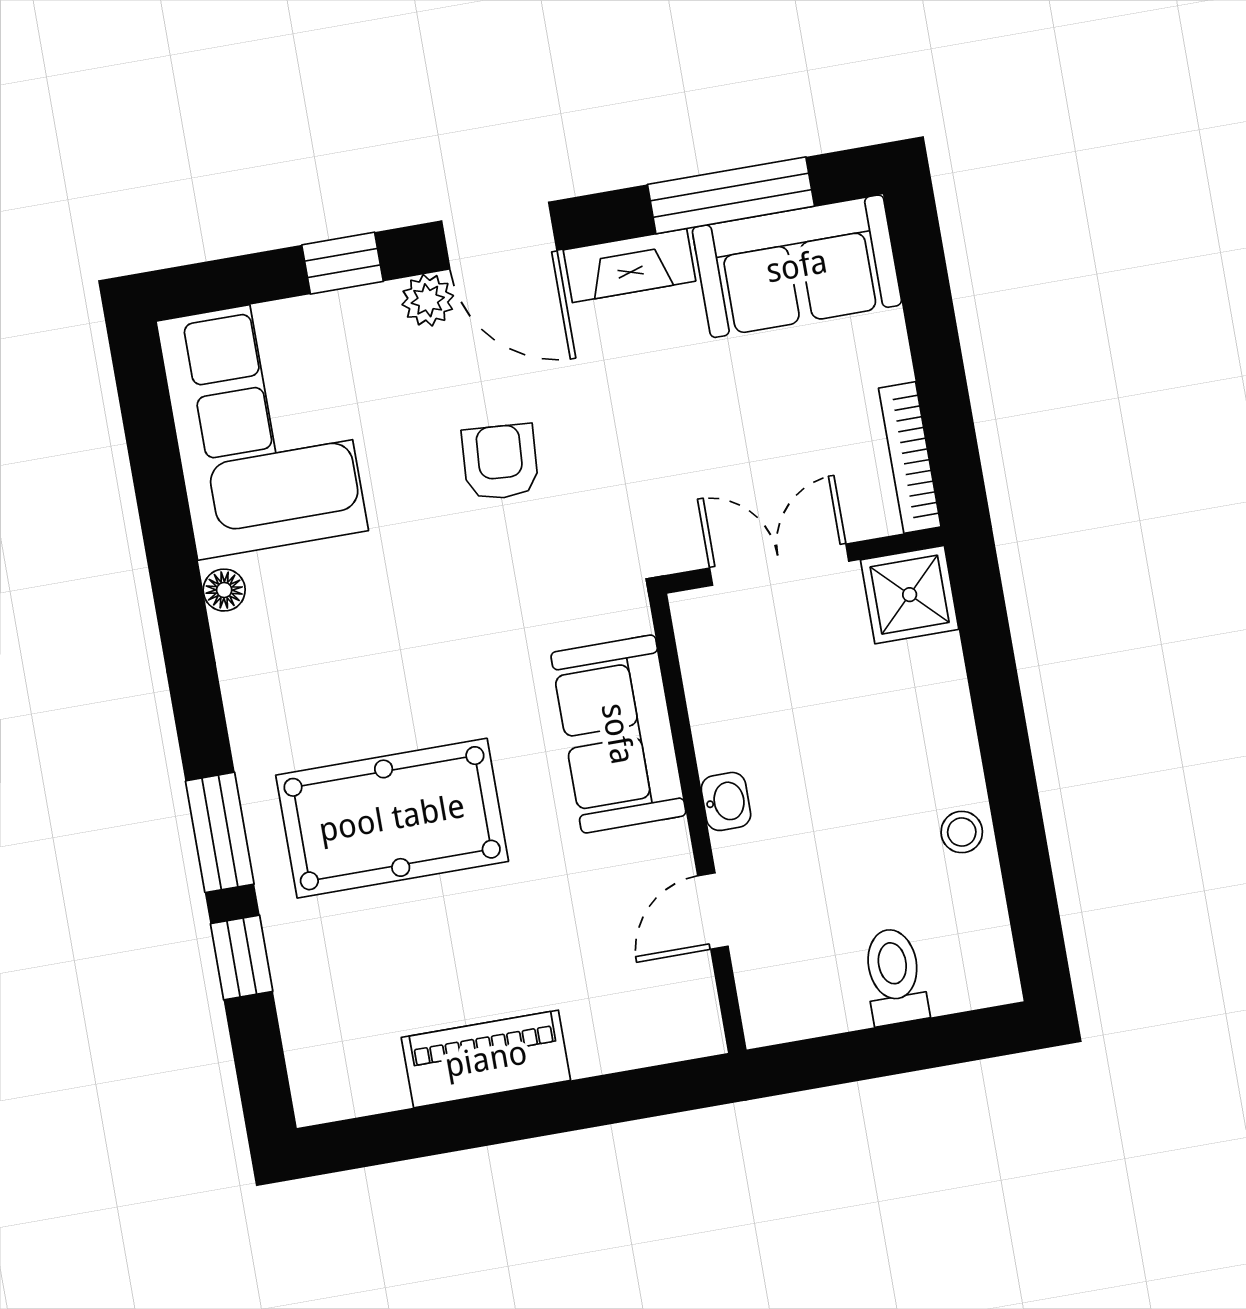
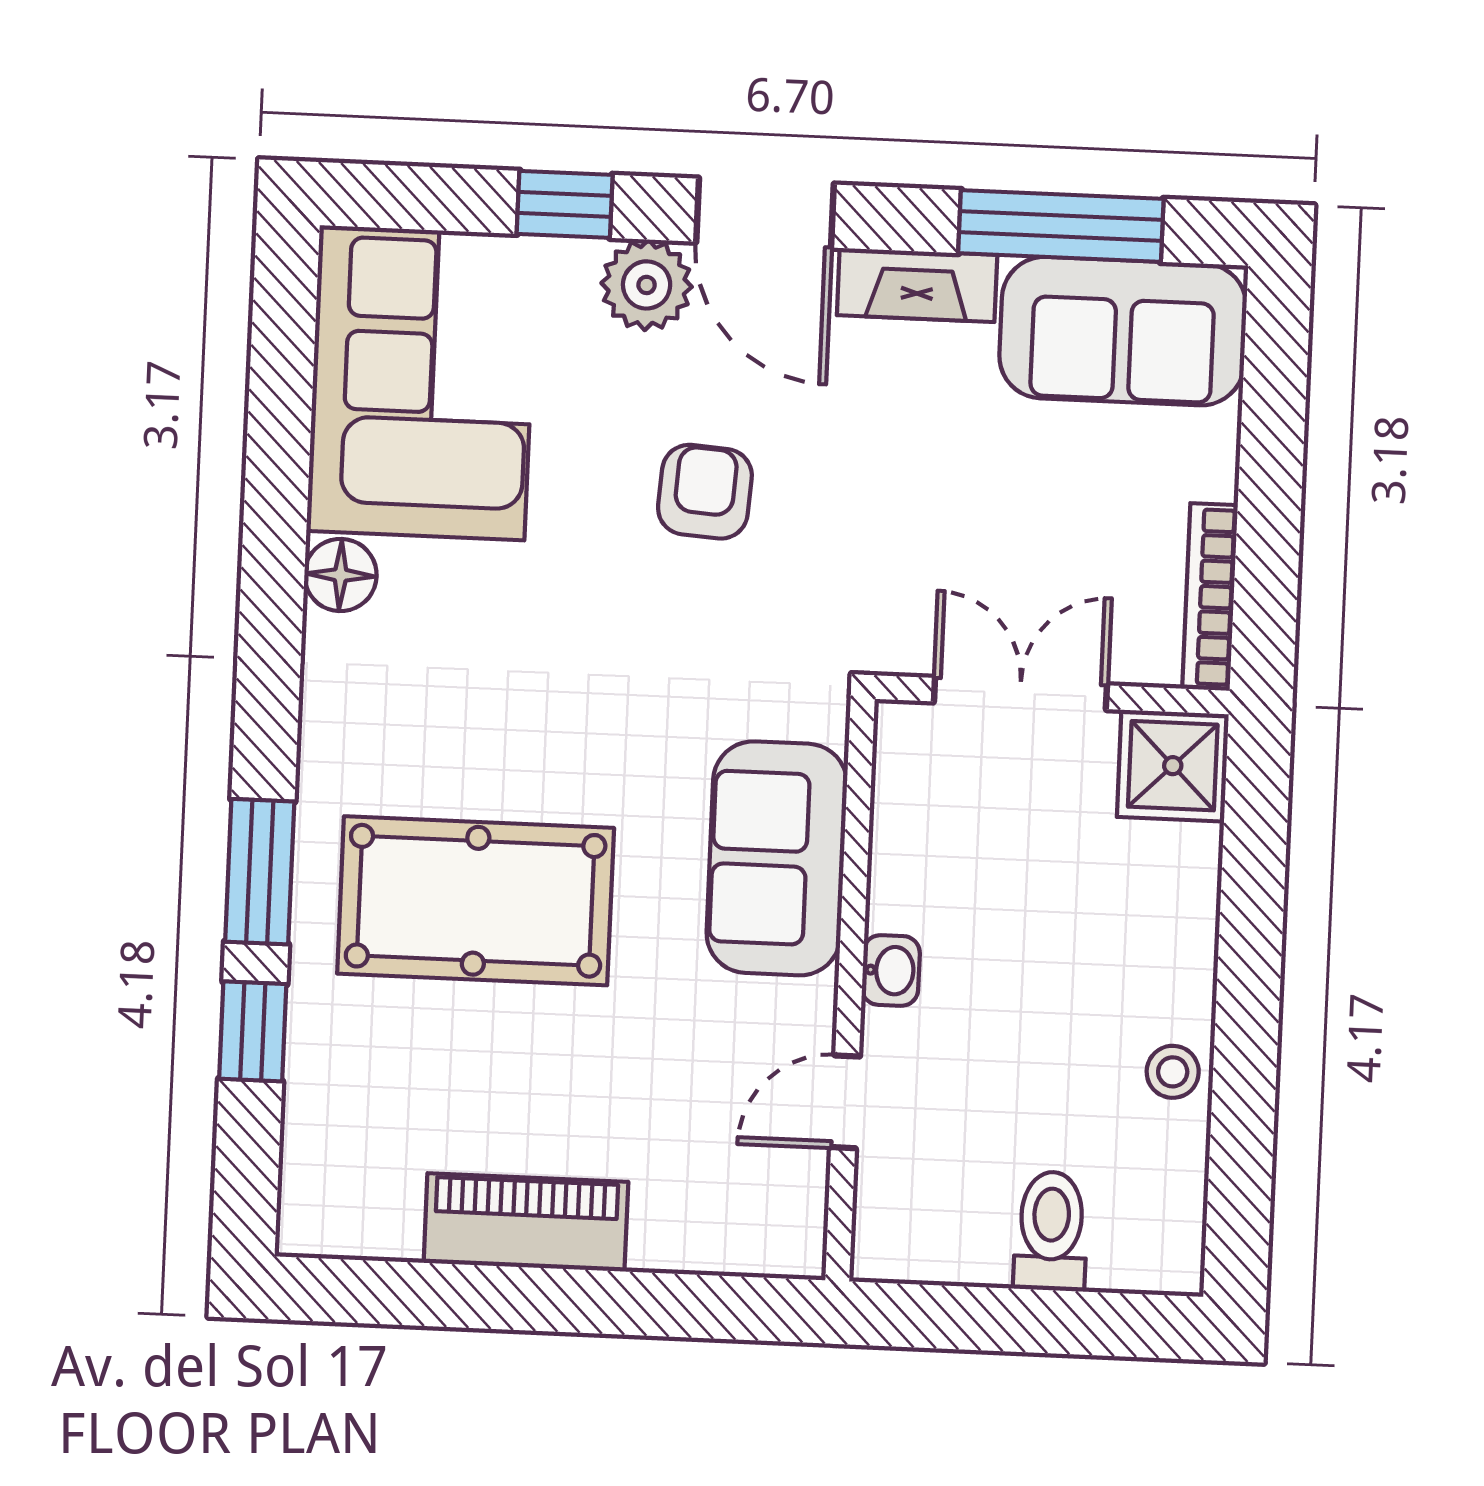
plant: (428, 300) -> (647, 285), width x1.38, depth x1.38
floor lamp: (224, 590) -> (340, 575), width x1.37, depth x1.37

